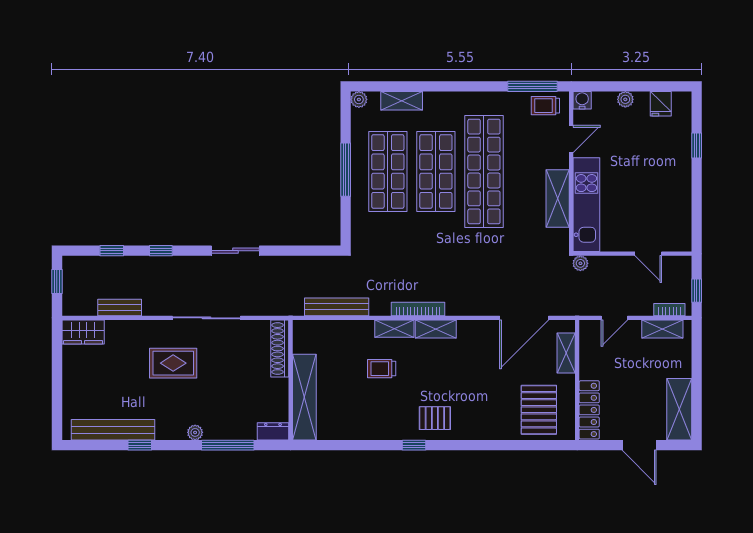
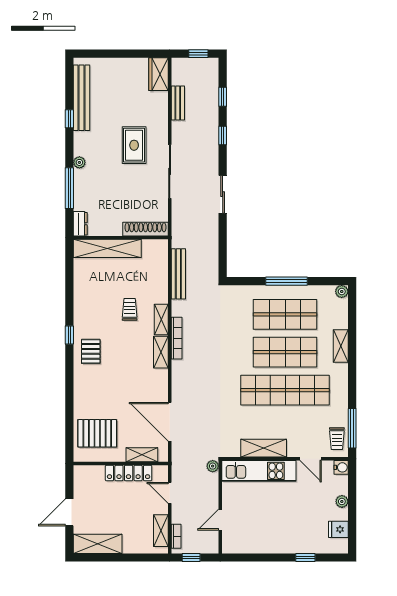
shelving: (402, 101) -> (341, 346), moved
trolley: (545, 106) -> (337, 439), turned 180
locker: (589, 410) -> (129, 473), moved

